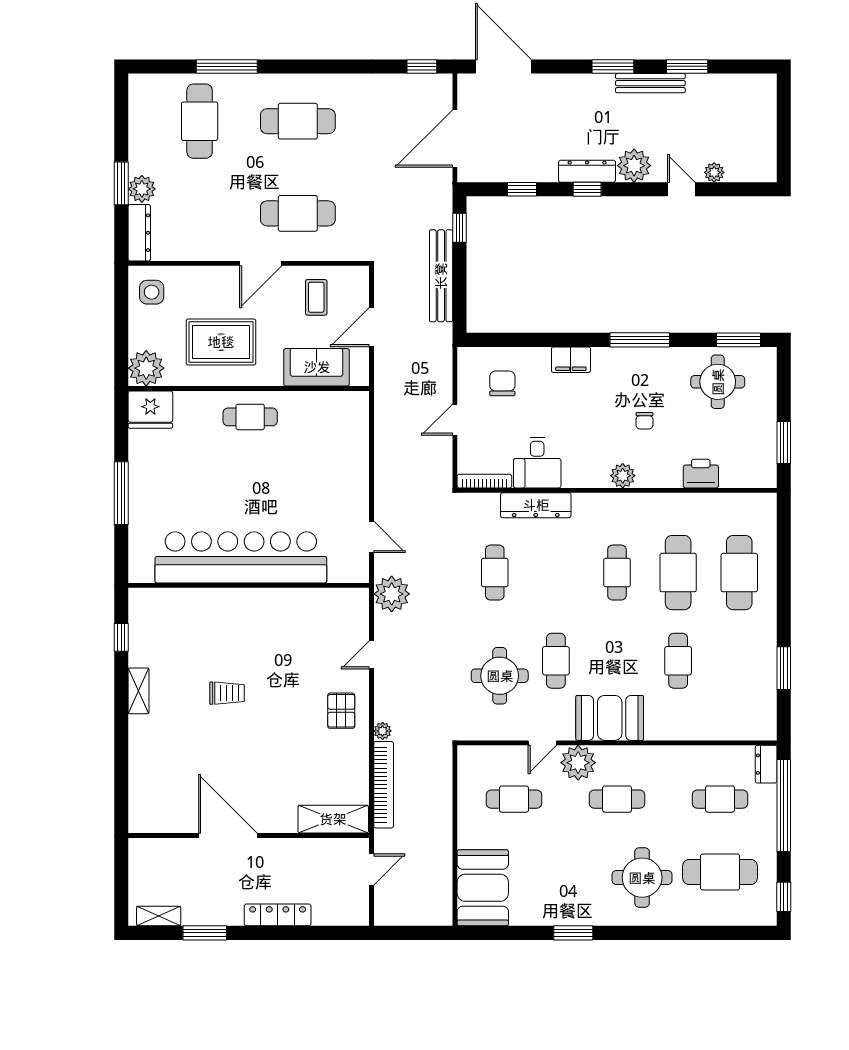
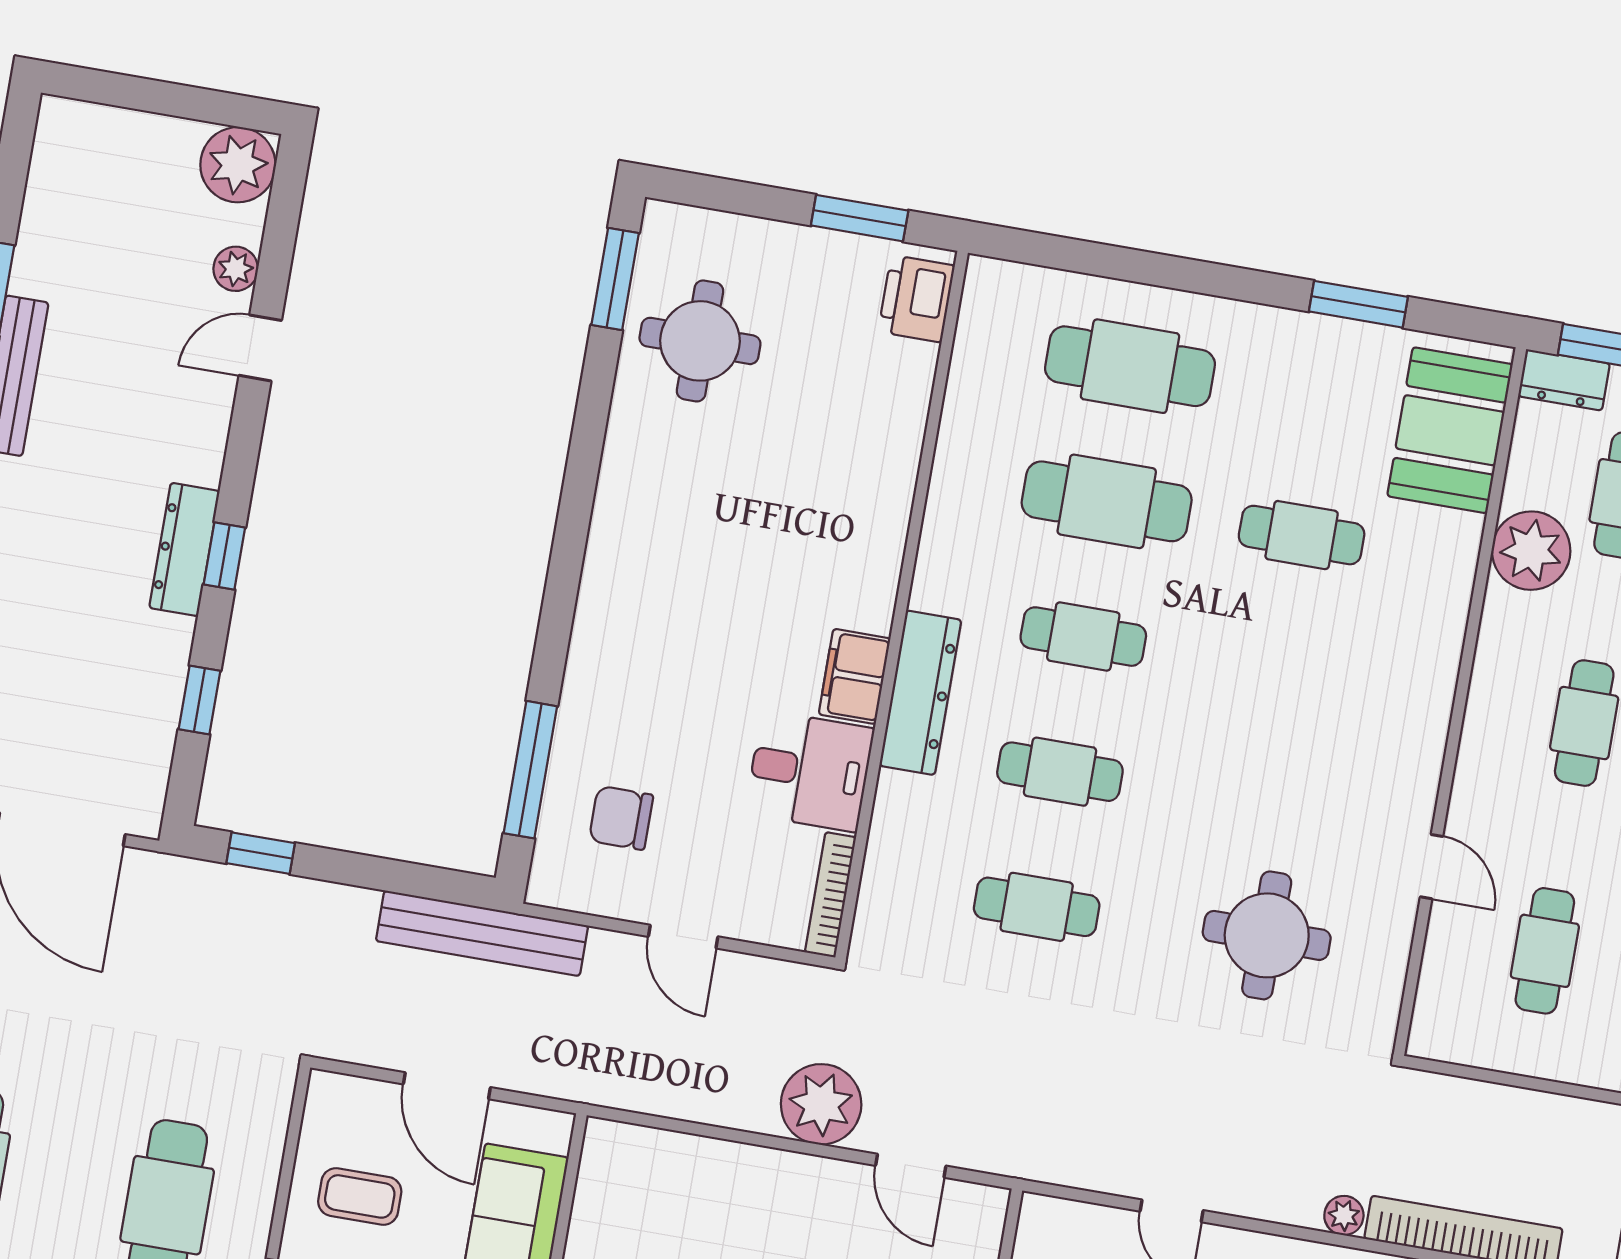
plant: (634, 166) -> (238, 165), moved
bench: (441, 276) -> (482, 933), moved
window: (640, 340) -> (530, 770), moved
filing cabinet: (571, 360) -> (855, 676), moved, turned 180
chair: (645, 421) -> (758, 518), removed
printer: (701, 474) -> (916, 299), moved
plant: (623, 476) -> (871, 587), removed
dresser: (536, 505) -> (920, 693), moved
door: (371, 537) -> (911, 1166), swing flipped
plant: (392, 594) -> (821, 1104), moved
cafe table: (556, 661) -> (1060, 772), moved
booth: (610, 718) -> (1450, 430), moved
plant: (578, 763) -> (1531, 551), moved

